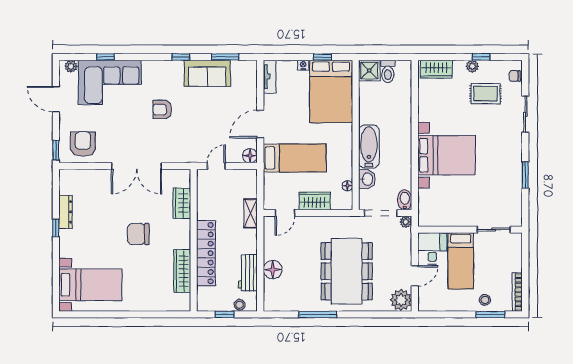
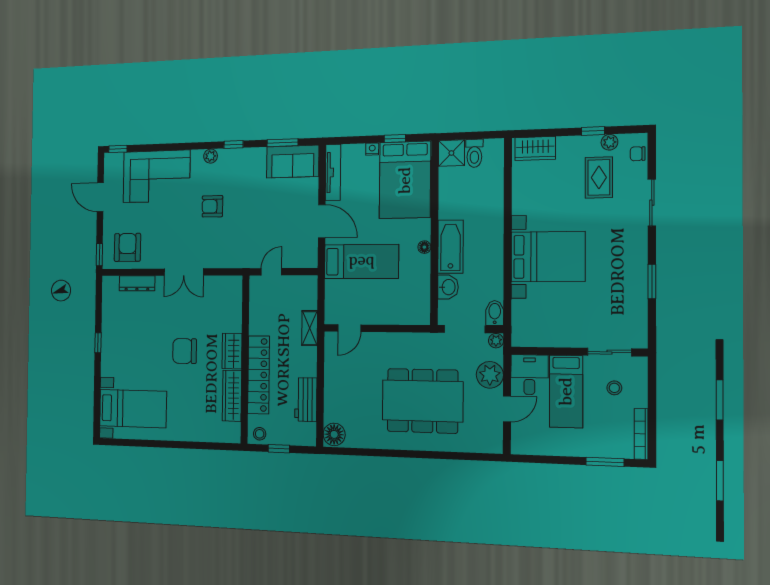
window: (106, 57) -> (118, 149), moved
plant: (71, 66) -> (211, 156), moved
plant: (472, 66) -> (609, 142), moved
sofa: (207, 73) -> (293, 162), moved
tv unit: (270, 77) -> (333, 172), width x1.41
rug: (485, 94) -> (599, 177), turned 90
door: (260, 124) -> (322, 221), swing flipped
floor lamp: (250, 156) -> (310, 259), removed
double door: (137, 166) -> (184, 272), width x0.73
floor lamp: (347, 186) -> (424, 247), moved
wardrobe: (315, 201) -> (385, 314), removed
wardrobe: (182, 203) -> (232, 351), moved
dresser: (65, 212) -> (137, 283), moved, turned 90
floor lamp: (273, 270) -> (334, 434), moved
dining table: (347, 271) -> (422, 401), turned 90
plant: (401, 300) -> (490, 375), moved
stool: (485, 300) -> (614, 388), moved
stool: (240, 305) -> (260, 434), moved
window: (318, 314) -> (387, 453), removed

